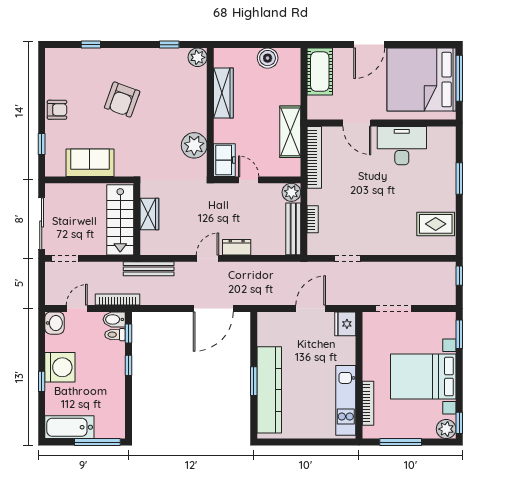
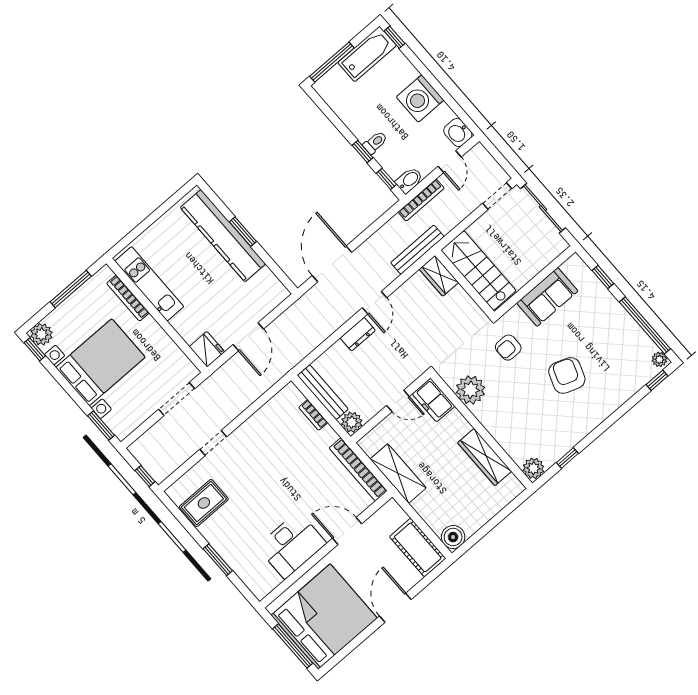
window: (91, 45) -> (657, 380), moved
plant: (52, 57) -> (659, 359), added
boiler: (268, 58) -> (453, 537), moved
window: (42, 88) -> (645, 325), added
armchair: (57, 110) -> (508, 348), moved
wardrobe: (149, 214) -> (439, 276), moved
doorway: (348, 258) -> (213, 443), moved
toilet: (115, 335) -> (375, 143), moved
window: (42, 381) -> (394, 37), moved

